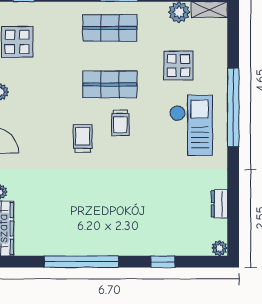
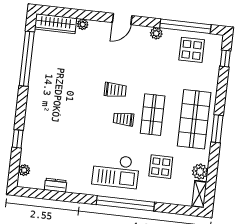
shop shelf: (110, 28) -> (194, 119), width x1.43, depth x1.36
plant: (220, 248) -> (24, 170), moved
window: (81, 262) -> (27, 59), moved

